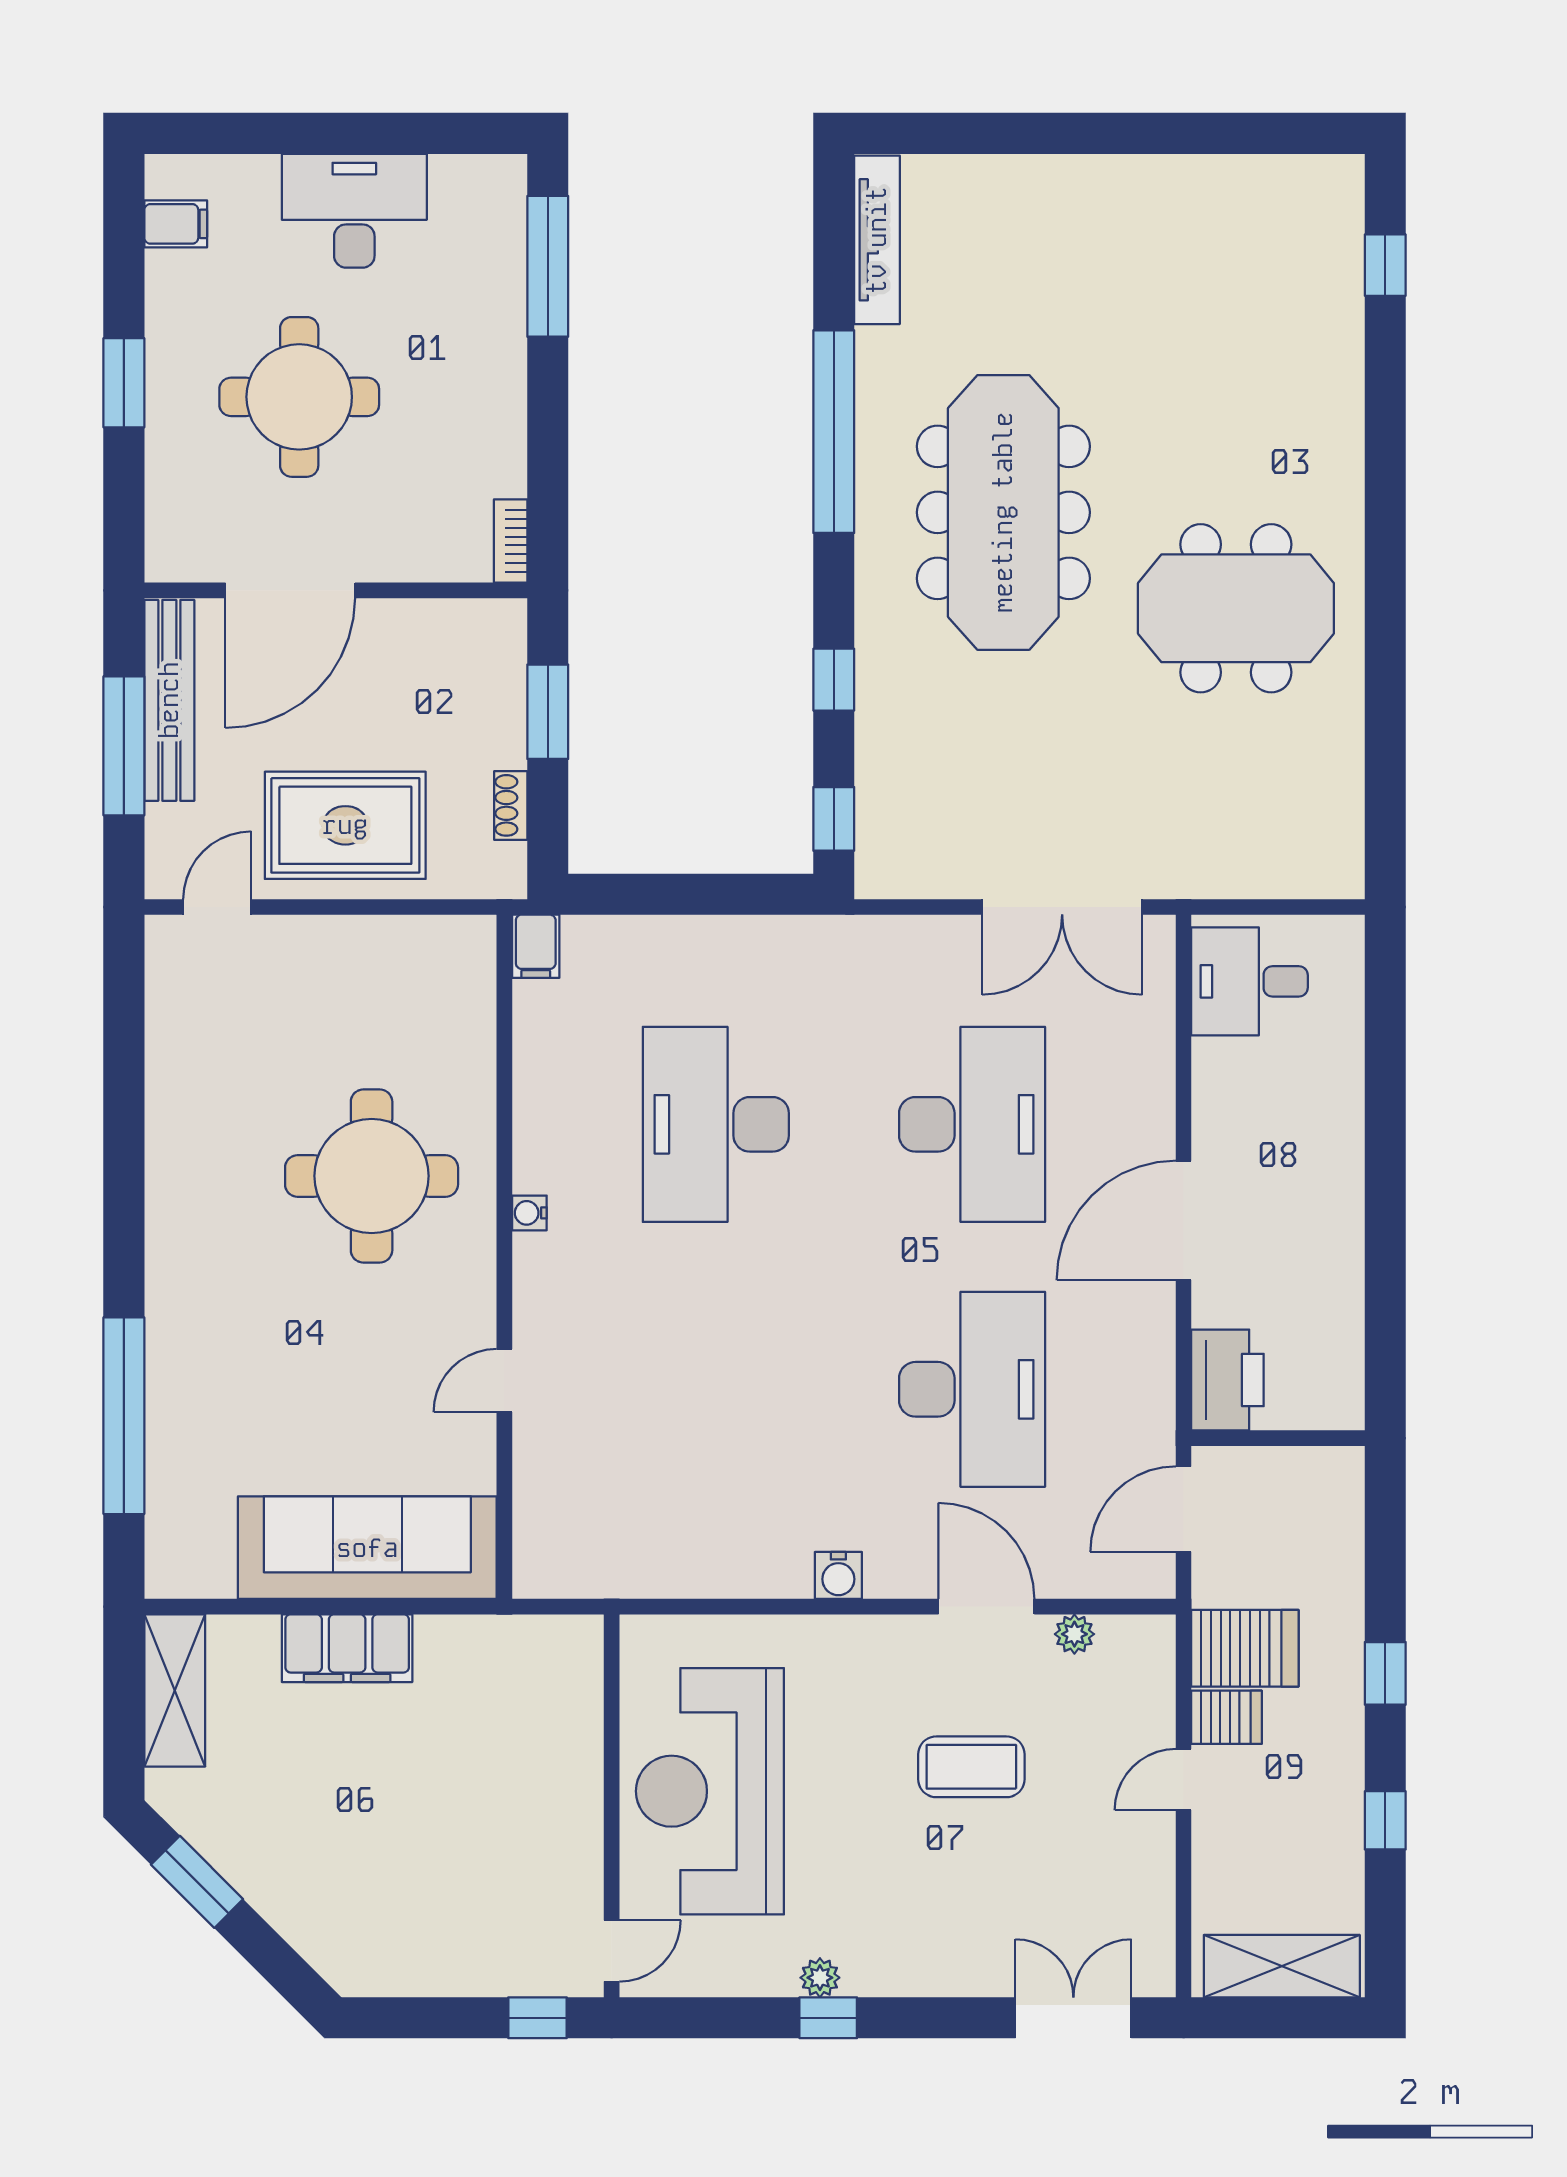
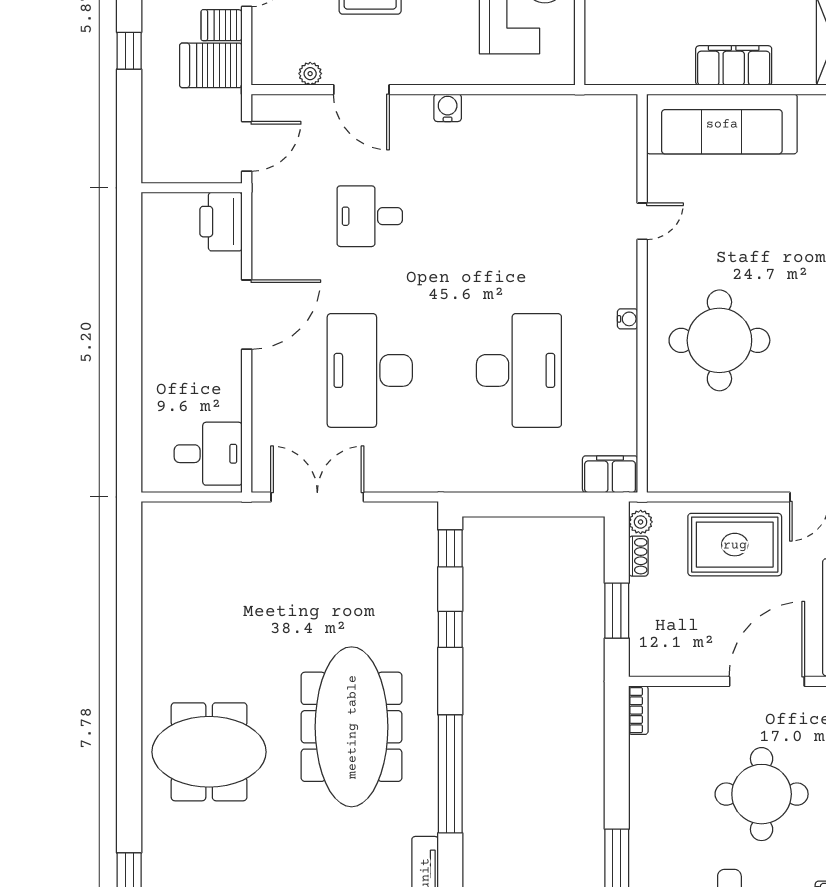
meeting table: (1236, 608) -> (209, 752), moved
plant: (507, 864) -> (641, 522), added
filing cabinet: (536, 946) -> (610, 474), width x2.00
desk: (972, 1389) -> (370, 216), width x0.53, depth x0.77

